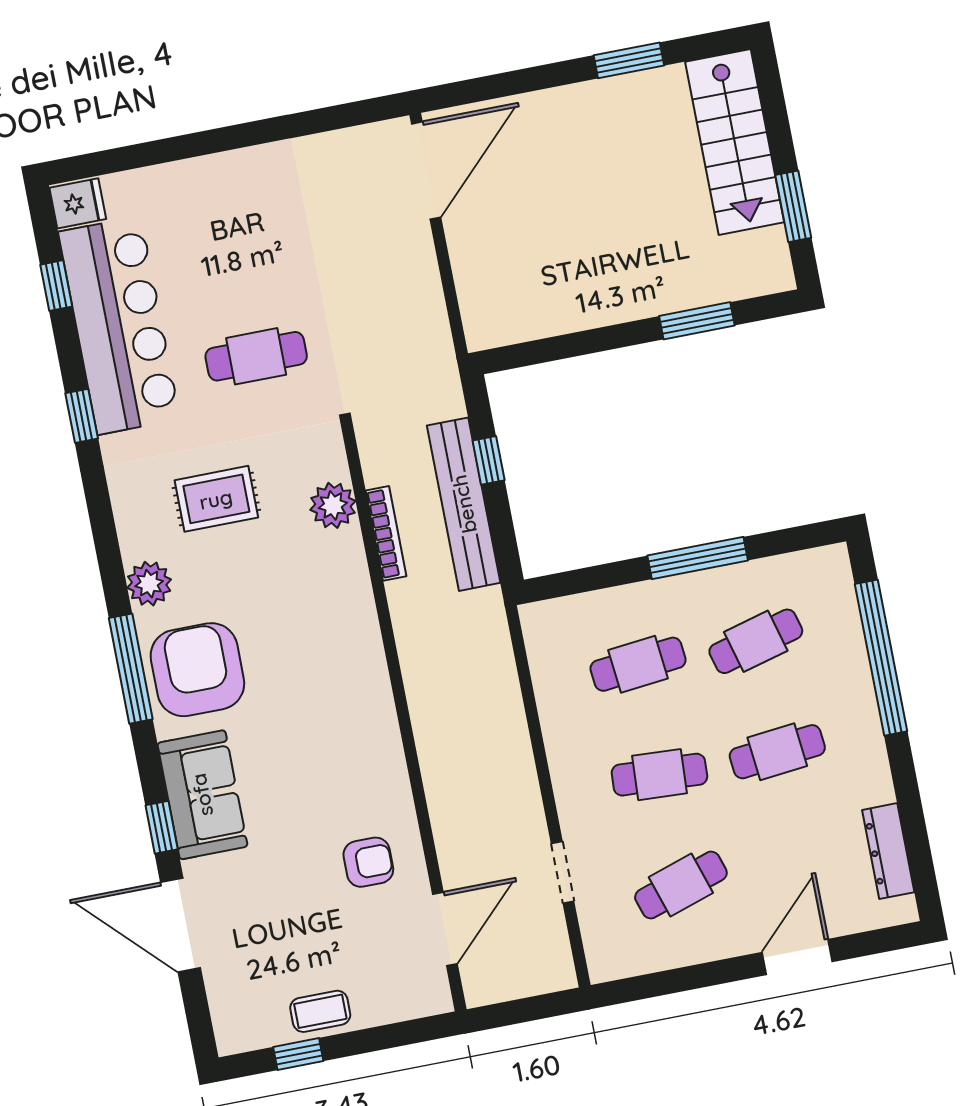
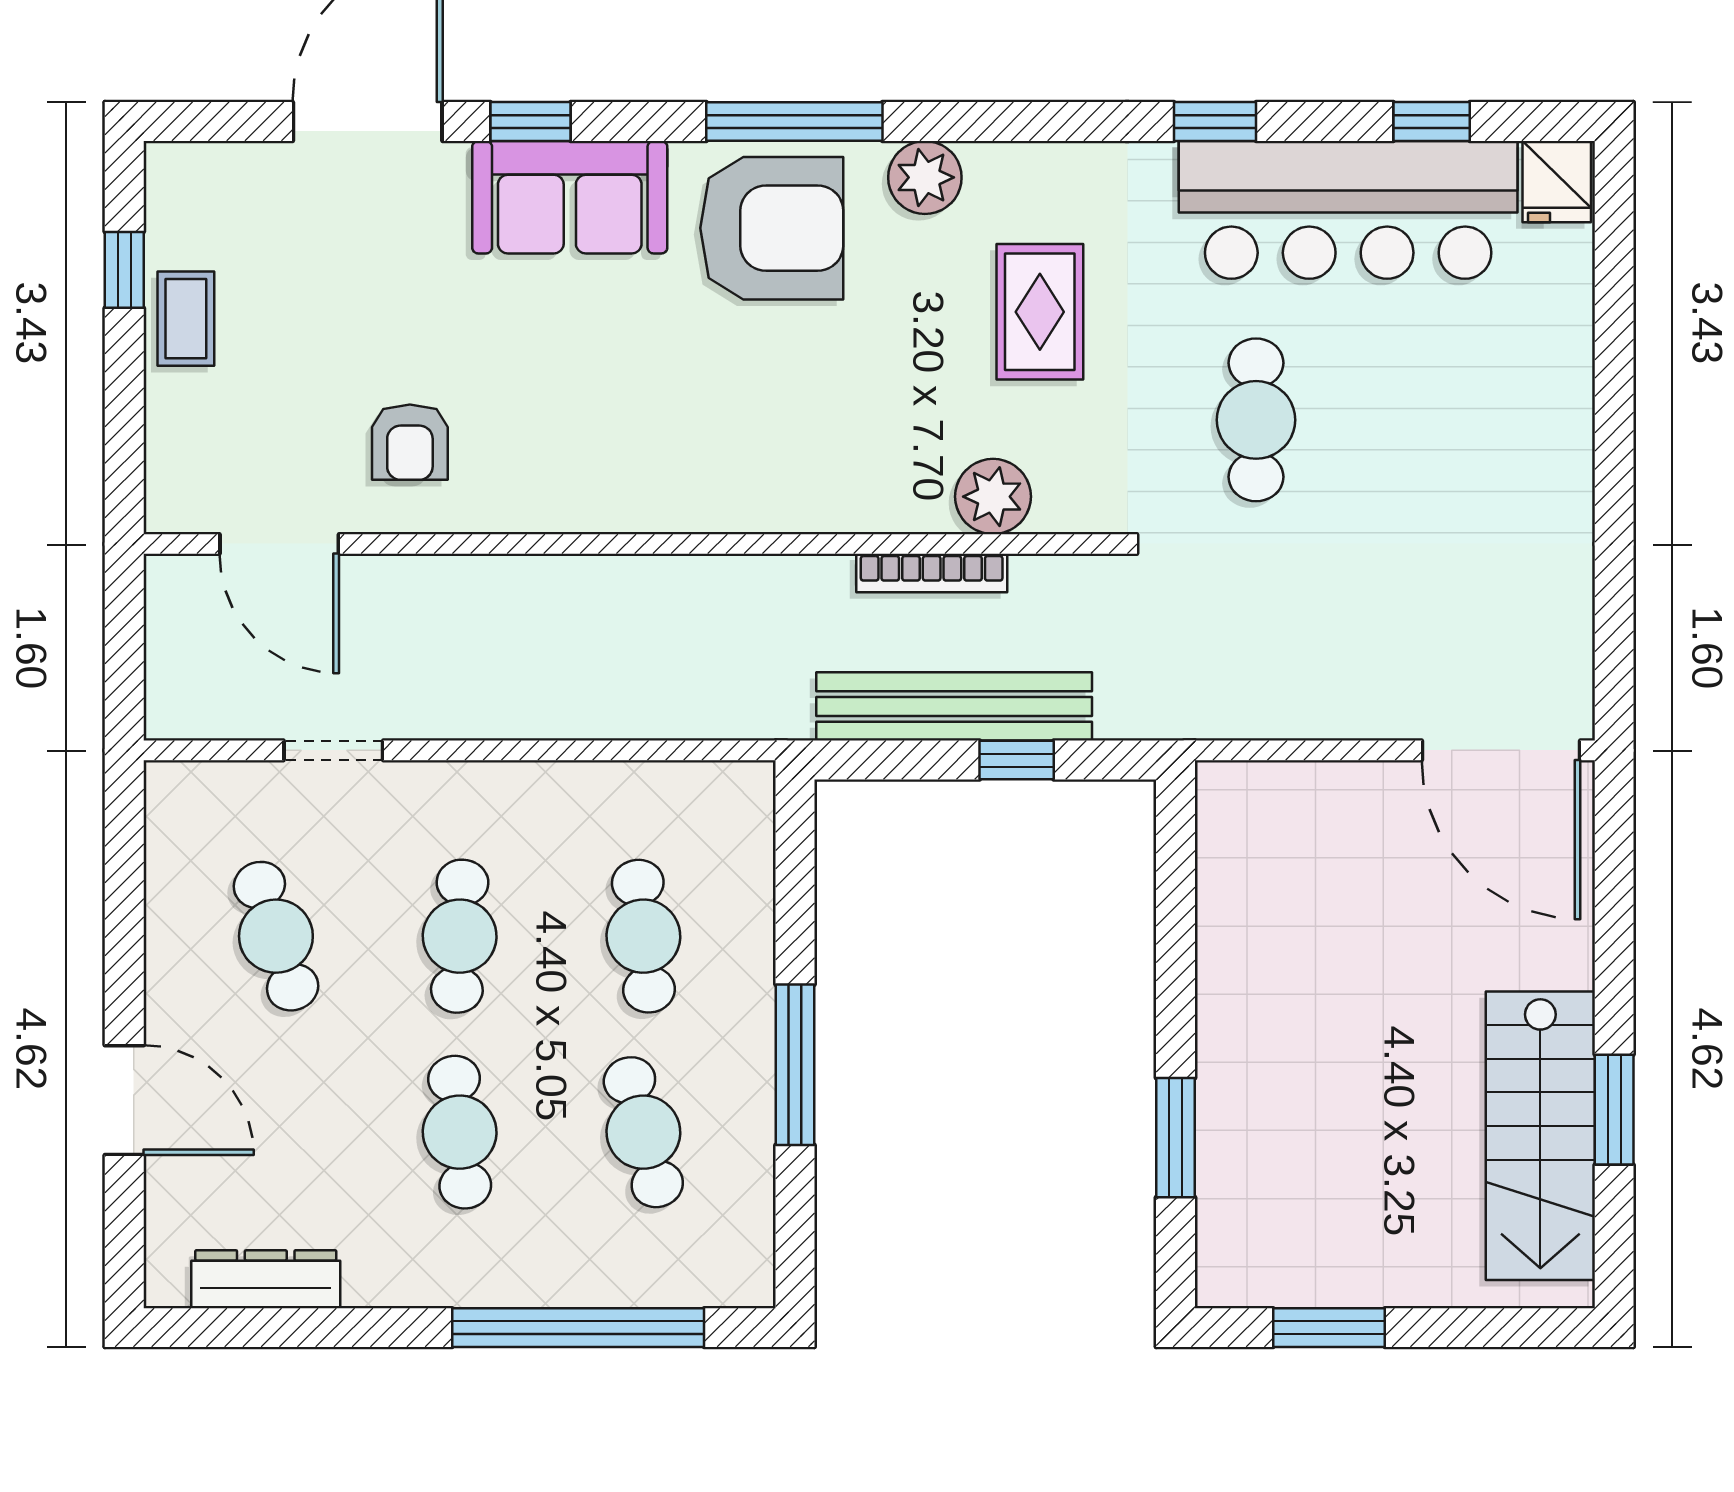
stairs: (735, 142) -> (1540, 1136), moved, turned -90

